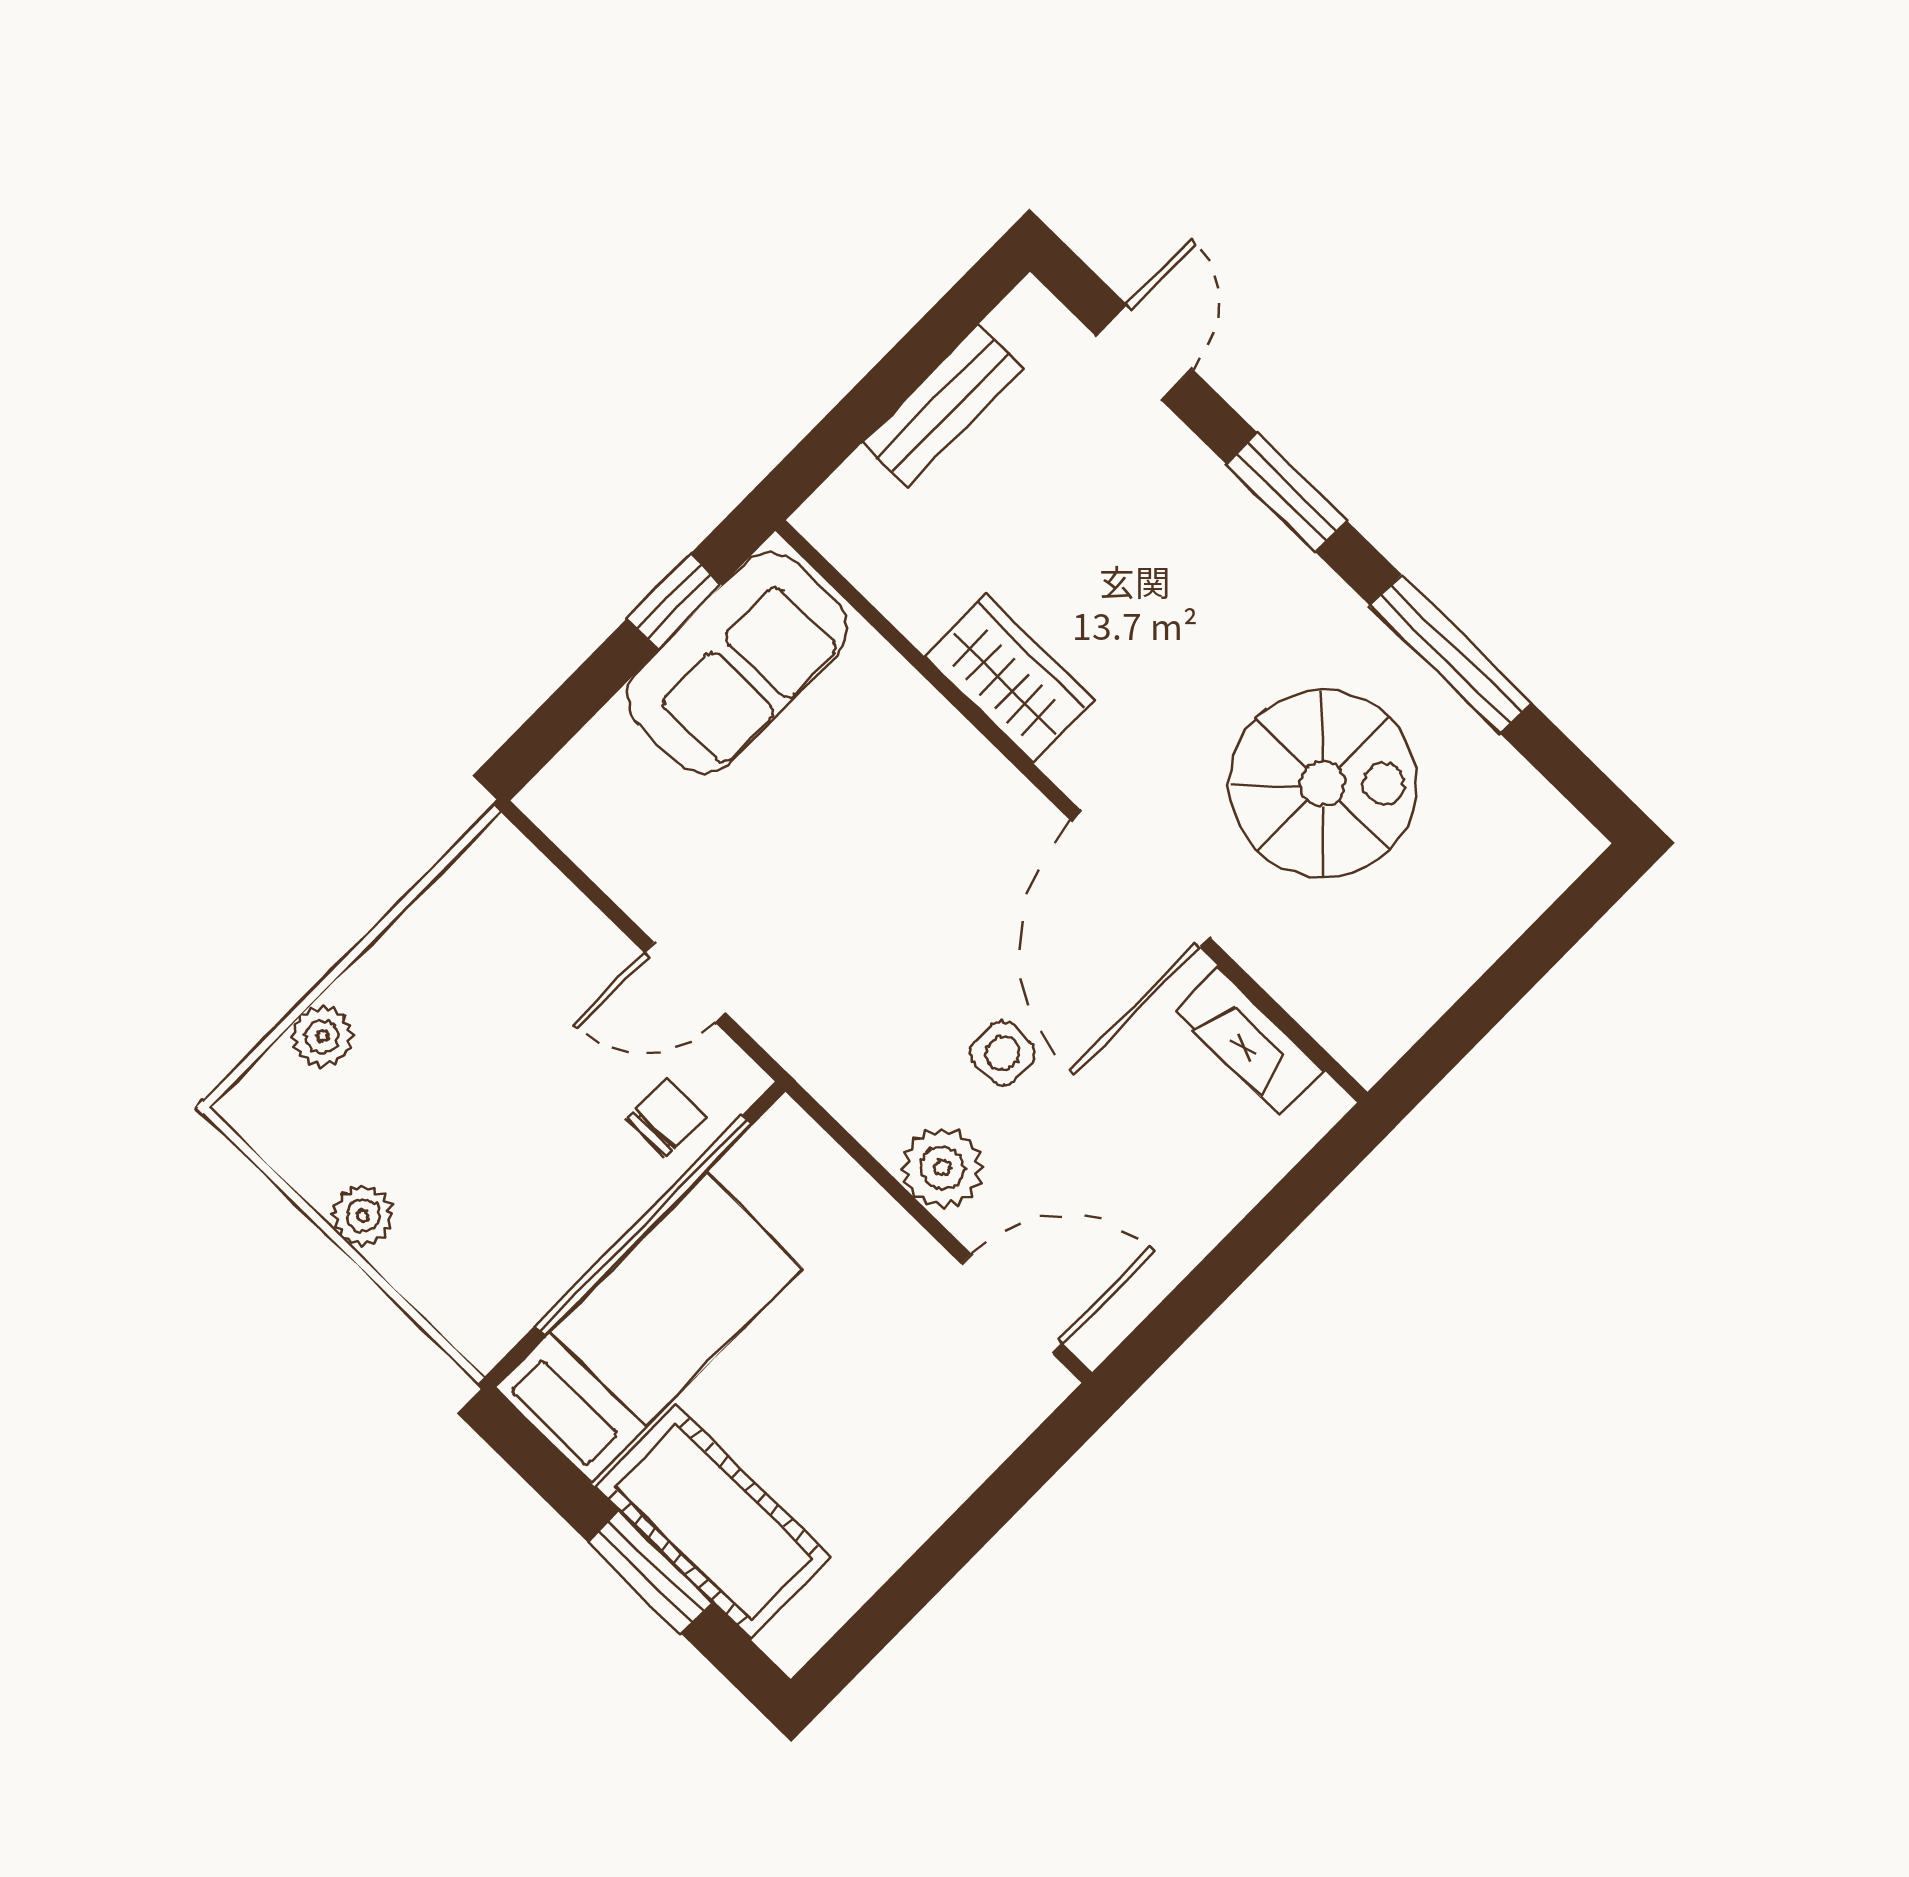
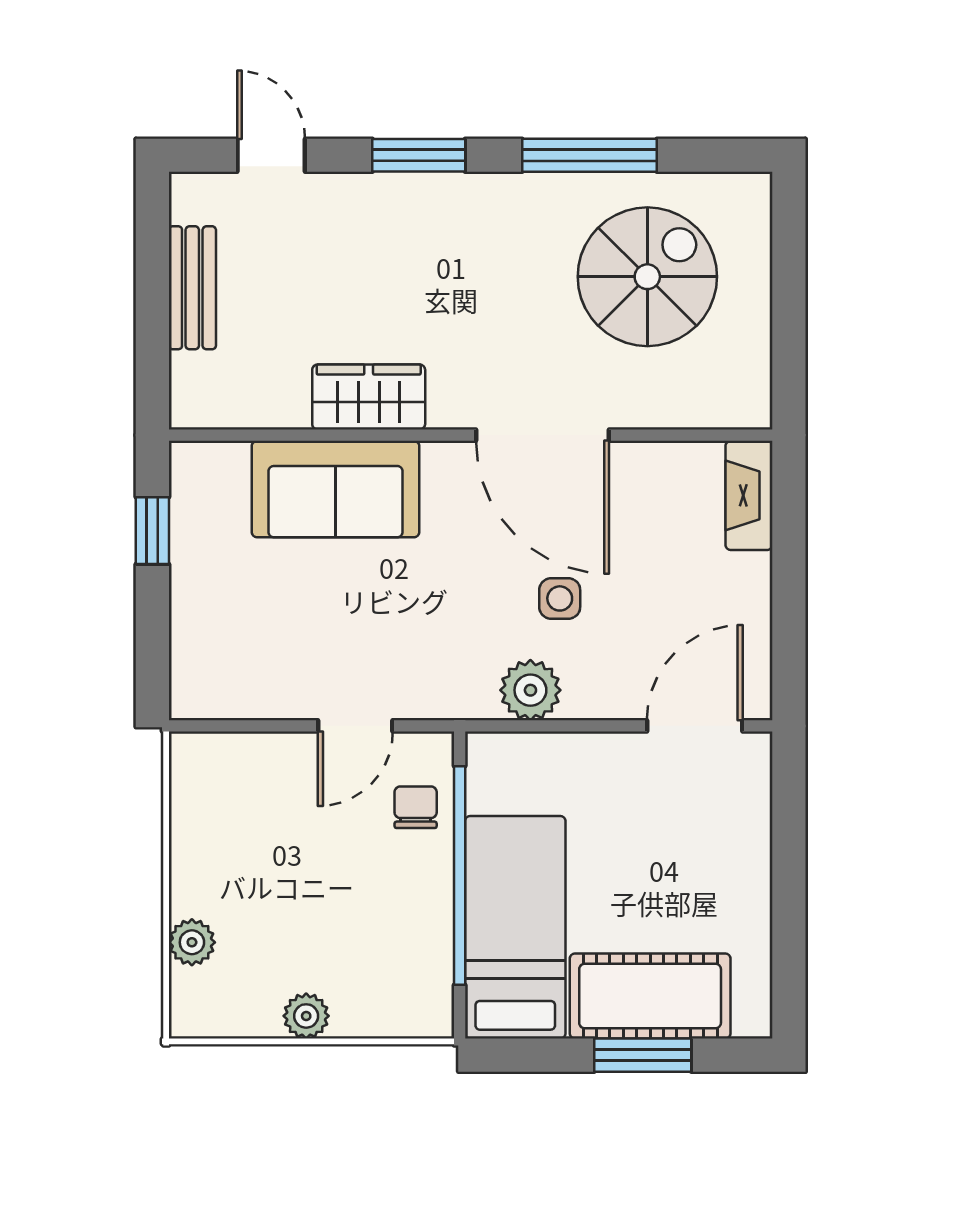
sofa: (737, 663) -> (336, 489), moved, turned 90
spiral stairs: (1323, 784) -> (647, 277), moved
fireplace: (1249, 1041) -> (749, 495), moved, turned 90
plant: (942, 1168) -> (530, 690), moved

